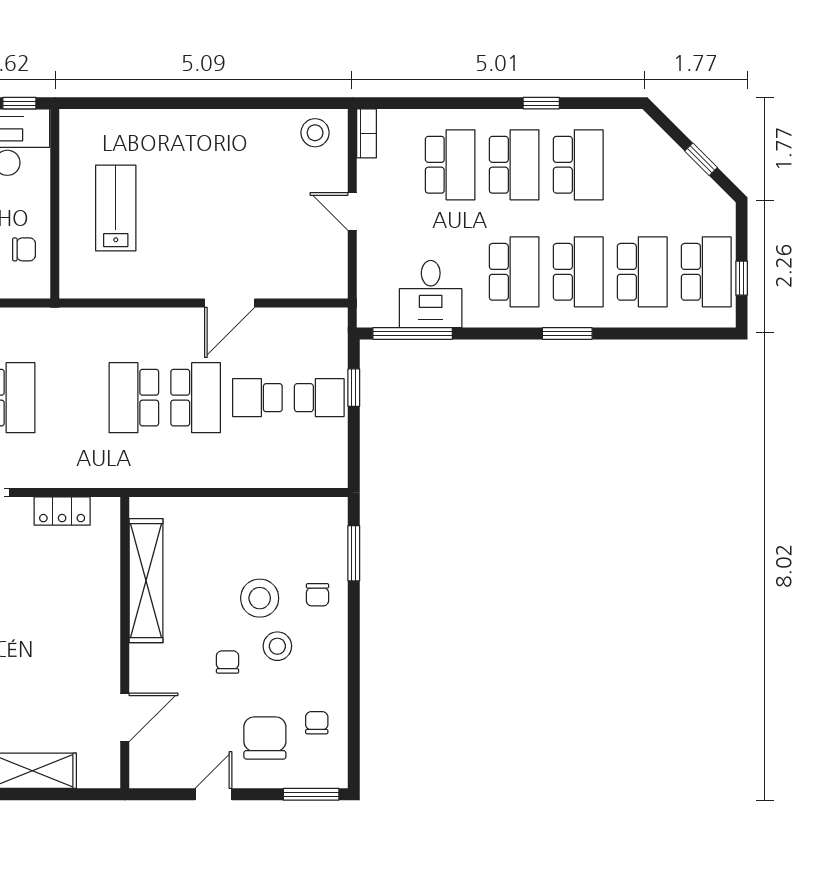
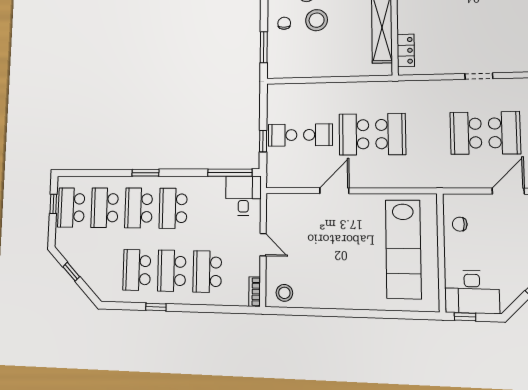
lab bench: (116, 208) -> (403, 249), width x1.86, depth x1.39
desk: (431, 294) -> (243, 196), moved
locker: (62, 511) -> (406, 50), moved, turned 90

